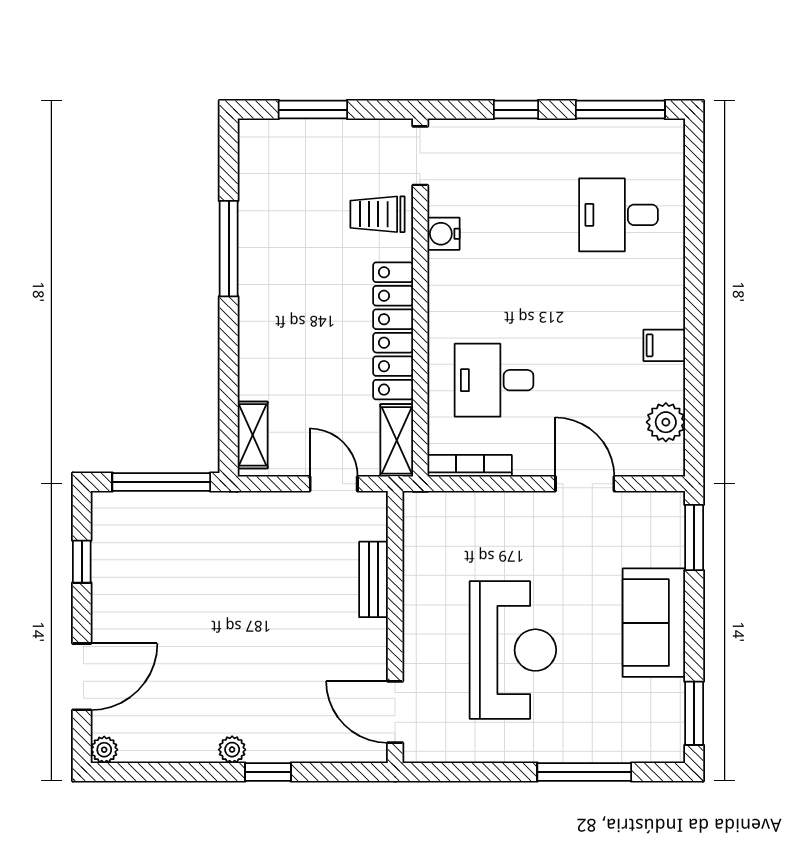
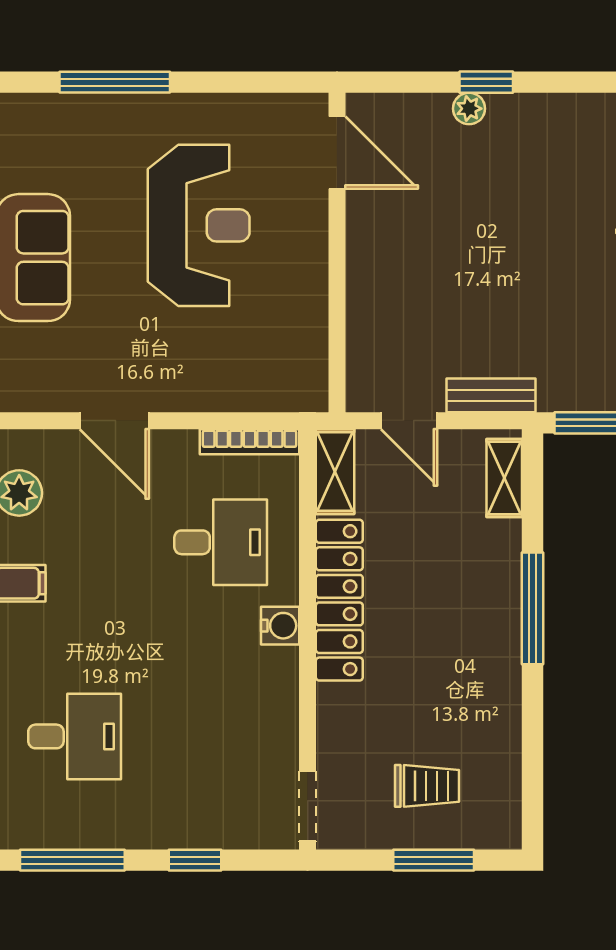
trolley: (377, 214) -> (427, 786), moved
water cooler: (443, 234) -> (280, 626), moved
window: (229, 249) -> (533, 608), moved
bench: (374, 579) -> (491, 395), moved, turned 90
reception desk: (513, 650) -> (199, 225), turned 180
plant: (232, 750) -> (469, 109), moved

